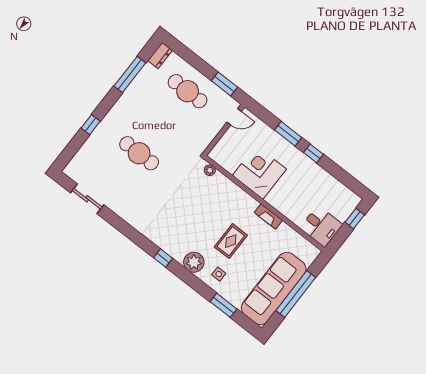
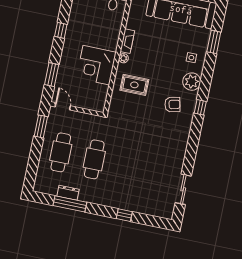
dresser: (160, 55) -> (68, 193), moved
window: (288, 134) -> (52, 75), moved
cafe table: (139, 153) -> (94, 159), moved
plant: (210, 170) -> (123, 58), moved
armchair: (180, 231) -> (172, 104), added
rug: (231, 241) -> (134, 85), moved

